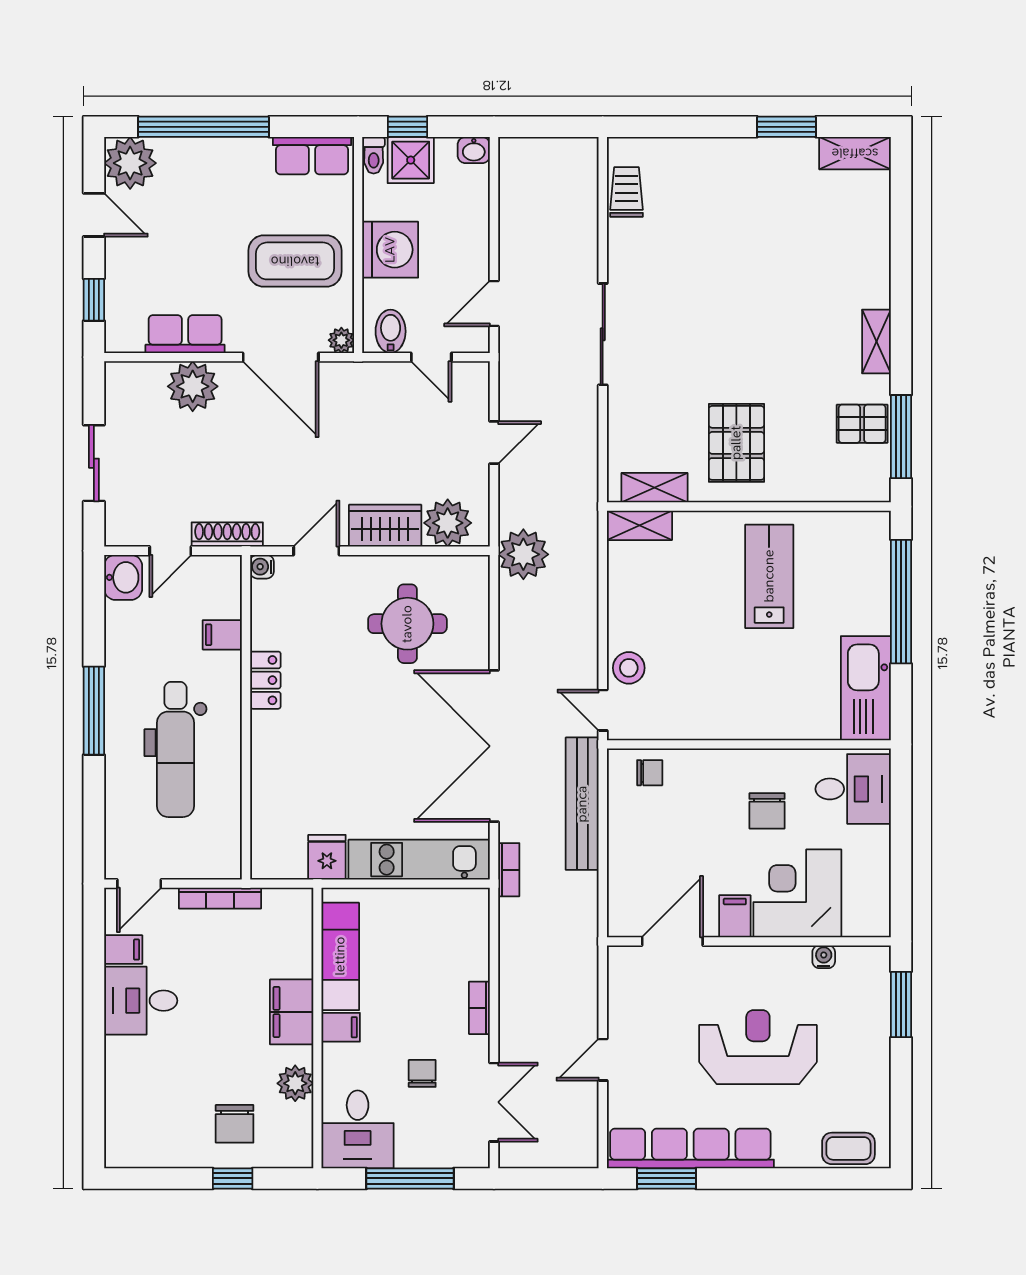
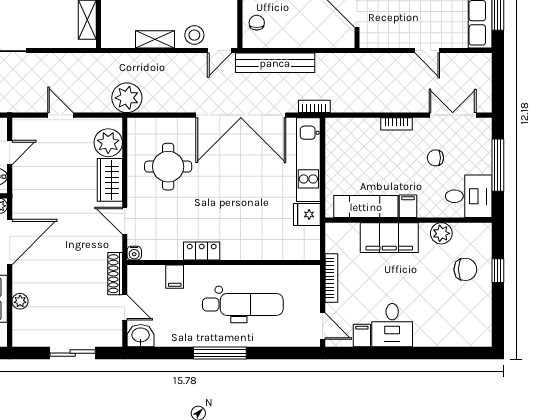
plant: (193, 386) -> (20, 301), width x0.53, depth x0.53
shelving: (639, 525) -> (155, 39), moved, turned 90
filing cabinet: (292, 1012) -> (389, 238), width x1.50, depth x1.17

